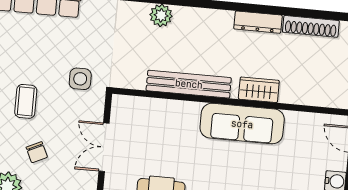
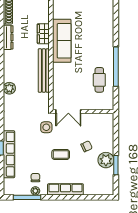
double door: (104, 147) -> (68, 112), moved

